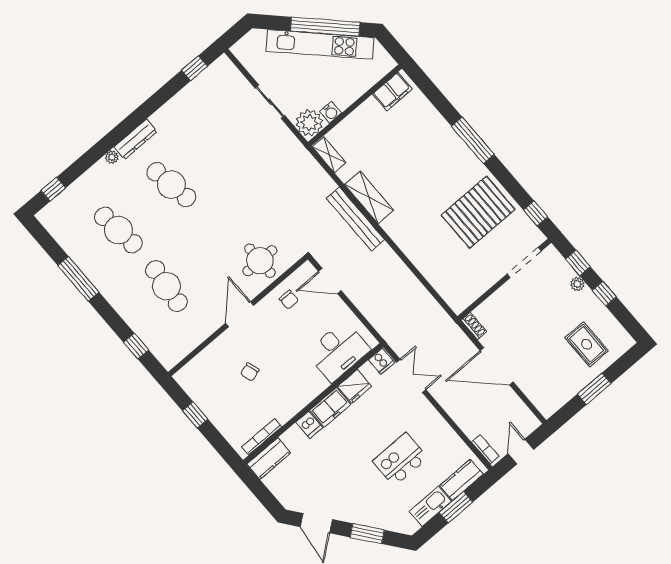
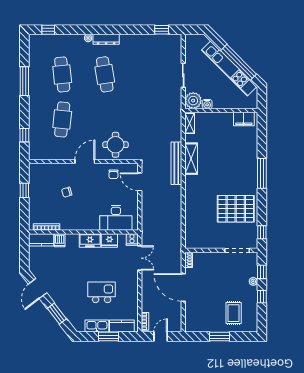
dishwasher: (309, 425) -> (60, 240), moved

